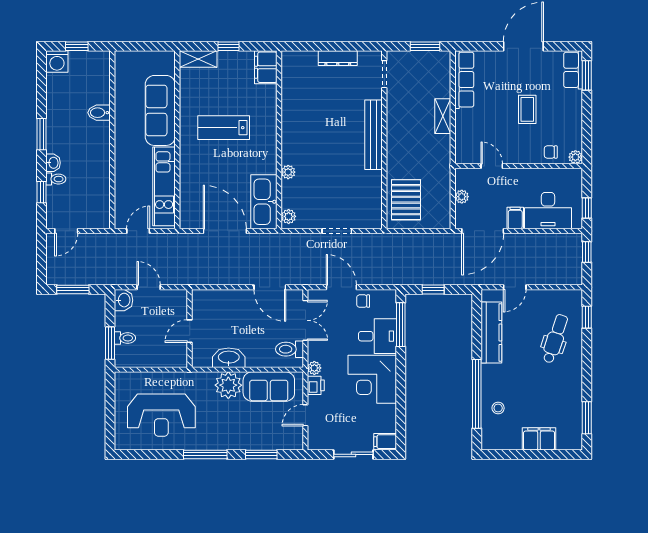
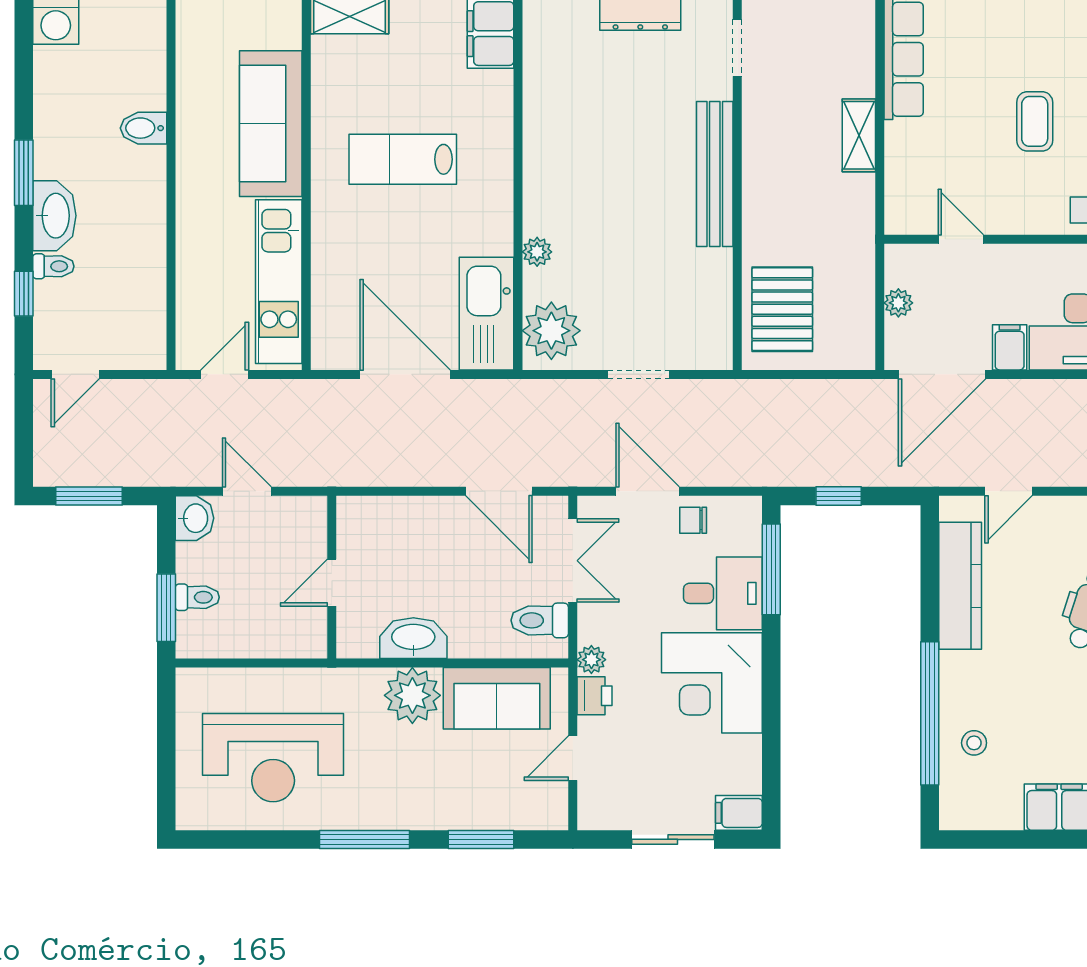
washbasin: (53, 163) -> (54, 216), width x1.91, depth x1.45
plant: (289, 216) -> (551, 331), width x1.87, depth x1.87

